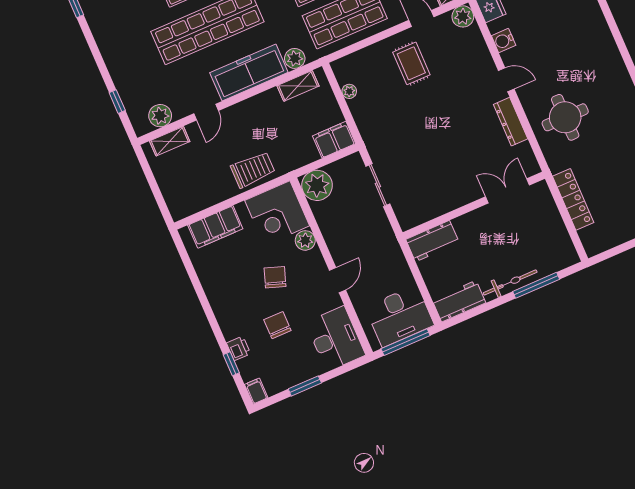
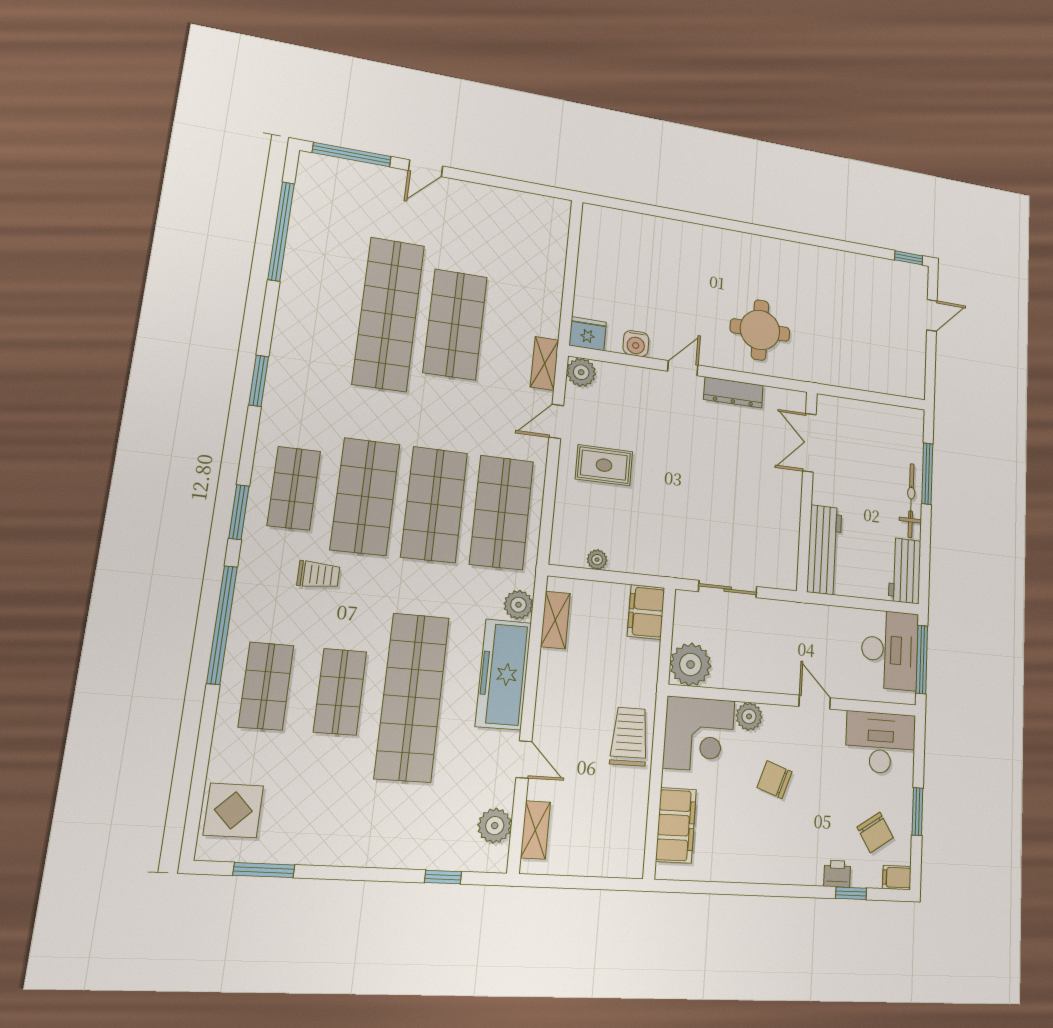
locker: (573, 199) -> (854, 377), removed
workbench: (433, 241) -> (824, 550), width x1.38
chair: (277, 325) -> (875, 832), moved, turned -123

